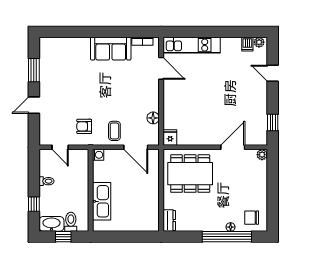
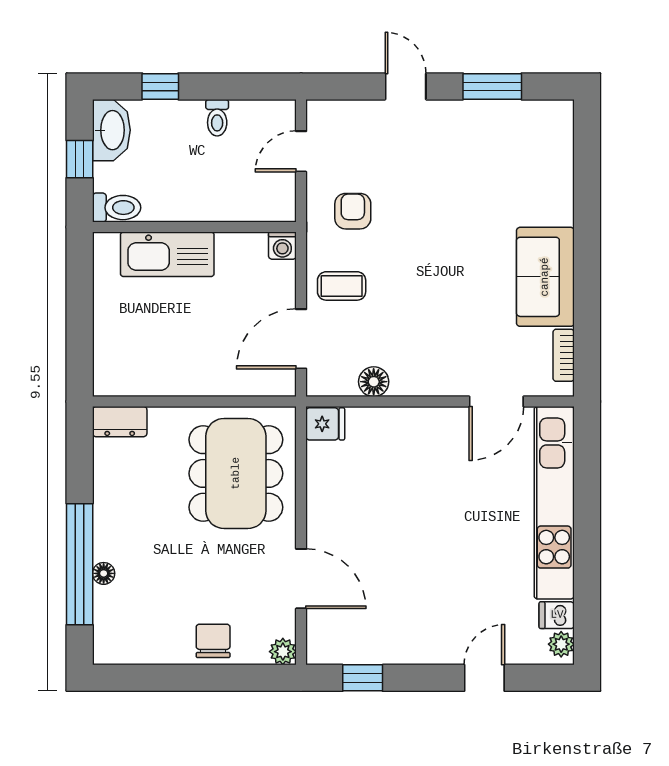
kitchen unit: (192, 45) -> (554, 503), width x1.36
chair: (252, 218) -> (213, 641), moved
toilet: (71, 222) -> (117, 208), moved

